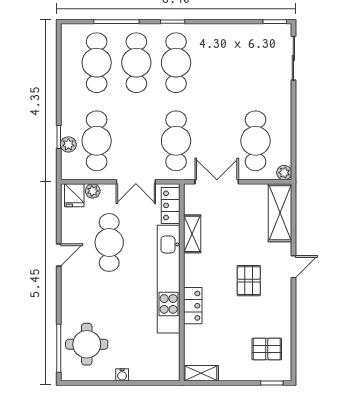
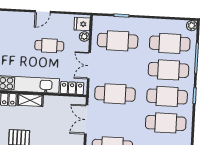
cafe table: (216, 63) -> (166, 123), added
plant: (68, 144) -> (192, 26), moved
double door: (217, 182) -> (86, 120), swing flipped
shelving: (192, 234) -> (30, 100), moved
cafe table: (109, 242) -> (49, 46), width x0.73, depth x0.74
door: (59, 255) -> (43, 12), hinge flipped

